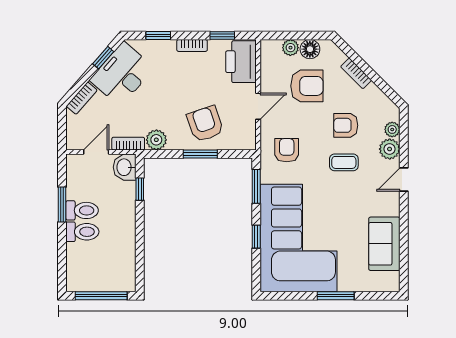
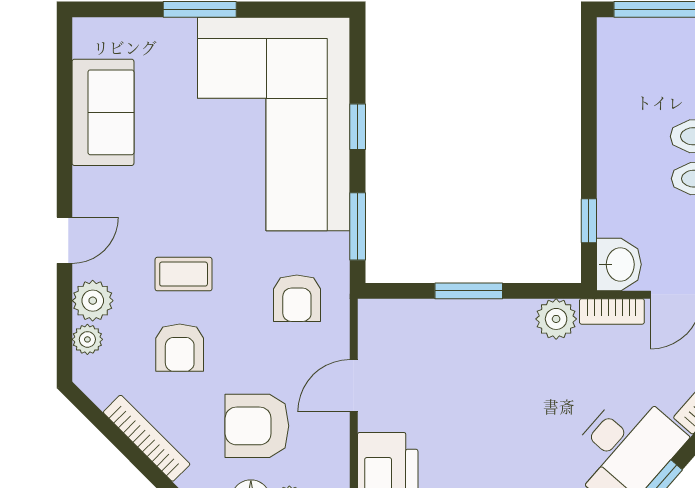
bookcase: (356, 73) -> (147, 438), width x1.56
armchair: (205, 124) -> (459, 351), removed
armchair: (346, 125) -> (180, 348), turned 90

